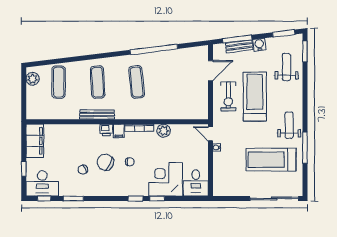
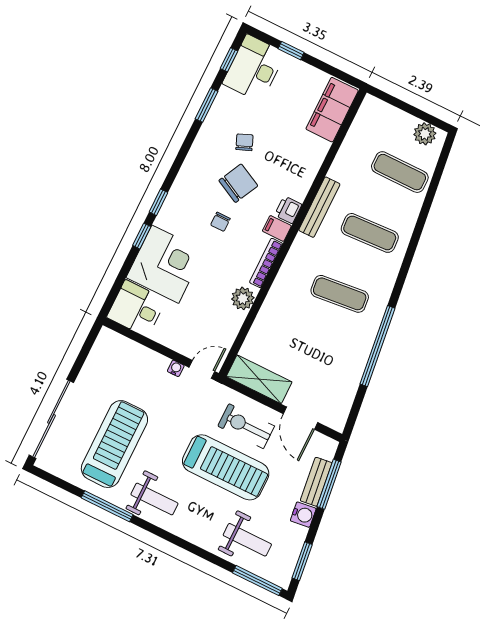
window: (305, 51) -> (257, 581), width x1.44
shelving: (201, 102) -> (259, 379), added
filing cabinet: (35, 141) -> (332, 110), moved, turned 90

